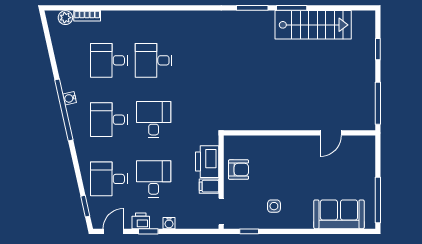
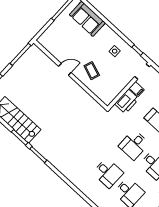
door: (331, 133) -> (65, 69), moved
coffee table: (280, 160) -> (92, 71), added
armchair: (239, 170) -> (115, 84), removed

